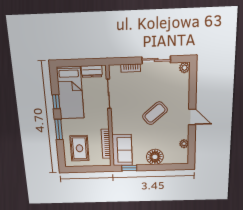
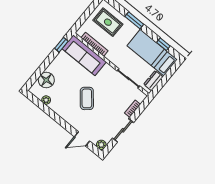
window: (56, 102) -> (163, 44), moved
door: (192, 117) -> (82, 139), moved
sofa: (122, 150) -> (84, 55), width x1.36
floor lamp: (155, 157) -> (46, 80), moved

